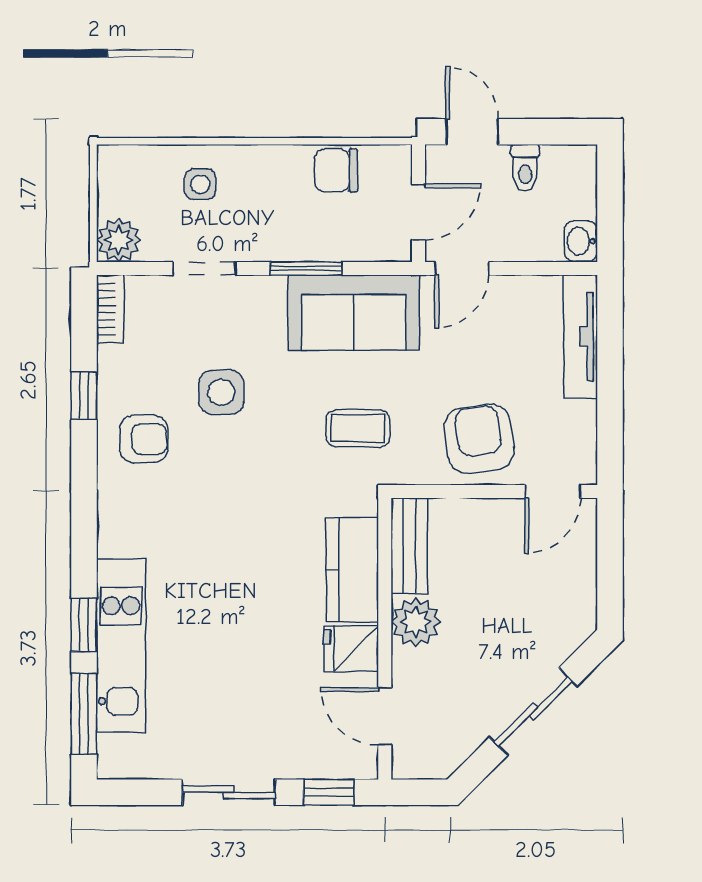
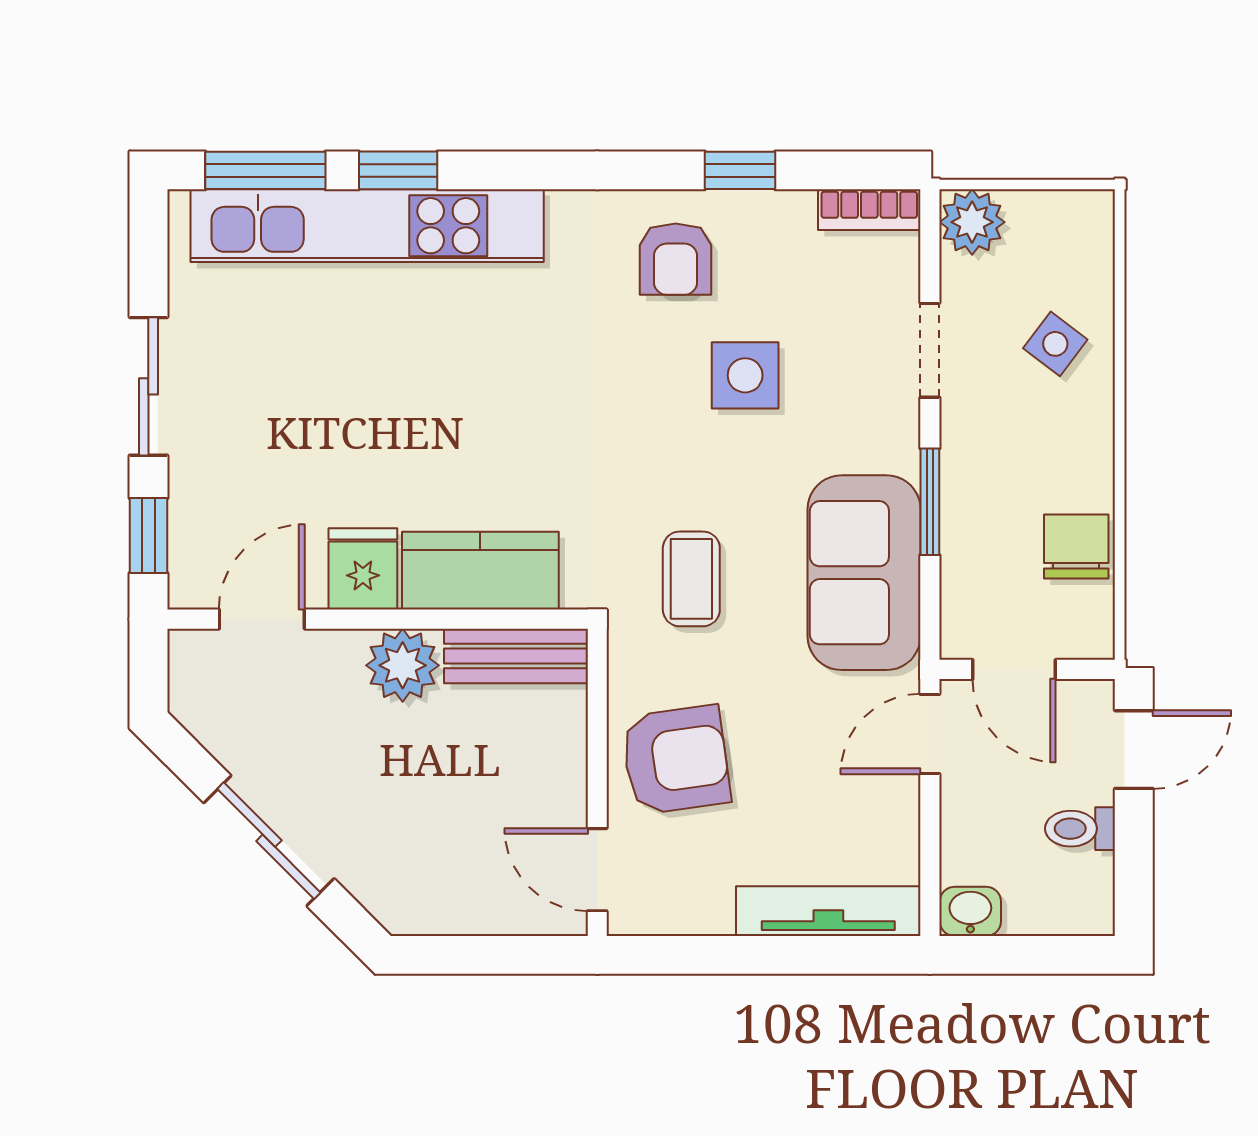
side table: (200, 184) -> (1055, 344), turned 37
door: (462, 268) -> (930, 734), hinge flipped
kitchen unit: (121, 646) -> (367, 226), width x1.36

